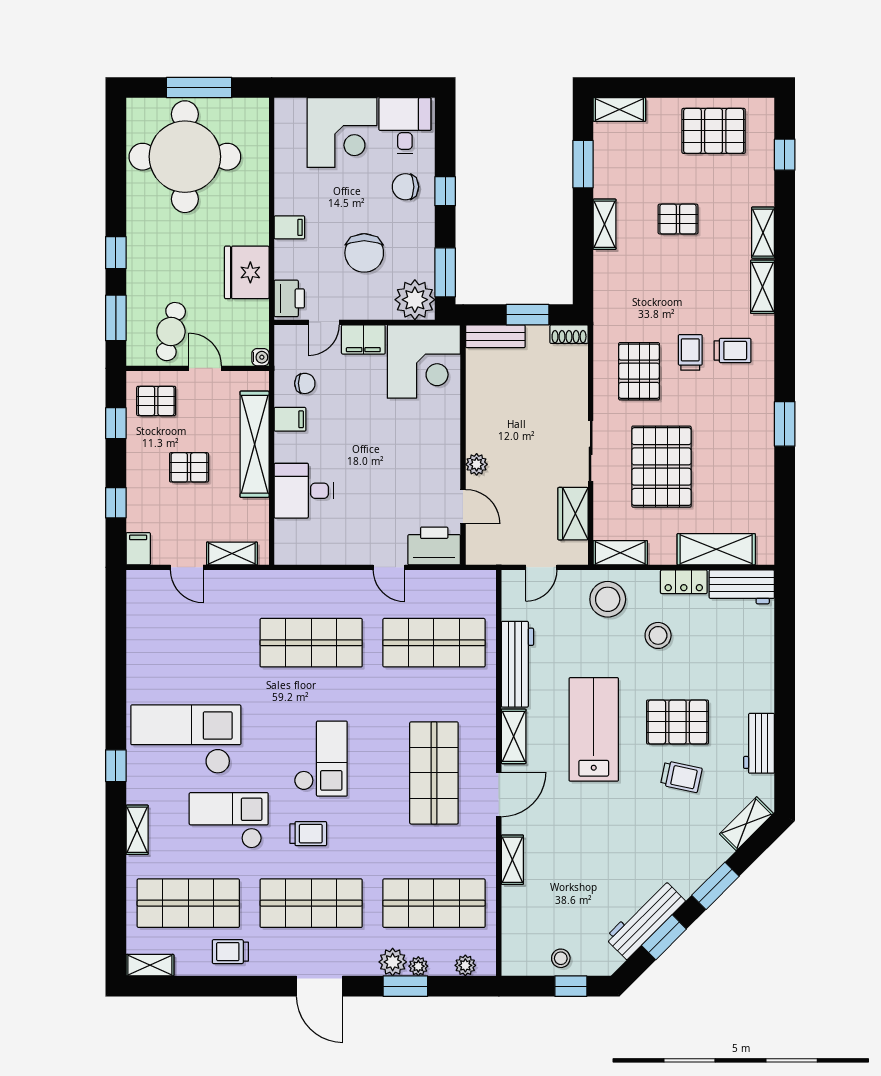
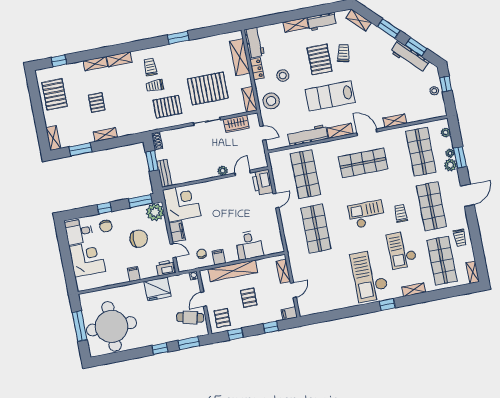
shelving: (763, 685) -> (296, 25), added

